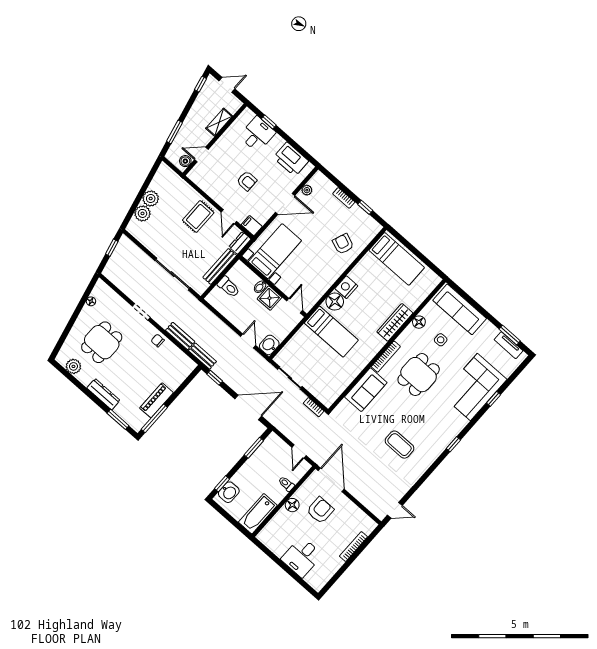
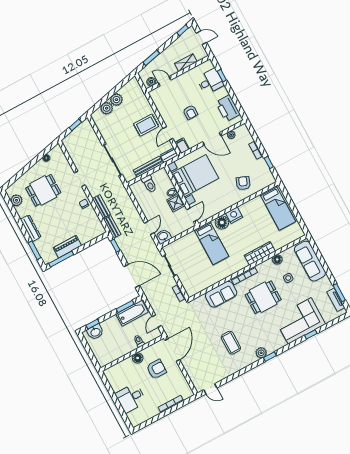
bed with nightstands: (275, 251) -> (195, 176), width x1.36
plant: (441, 443) -> (261, 353), added
bathtub: (258, 514) -> (132, 313), moved, turned 180

